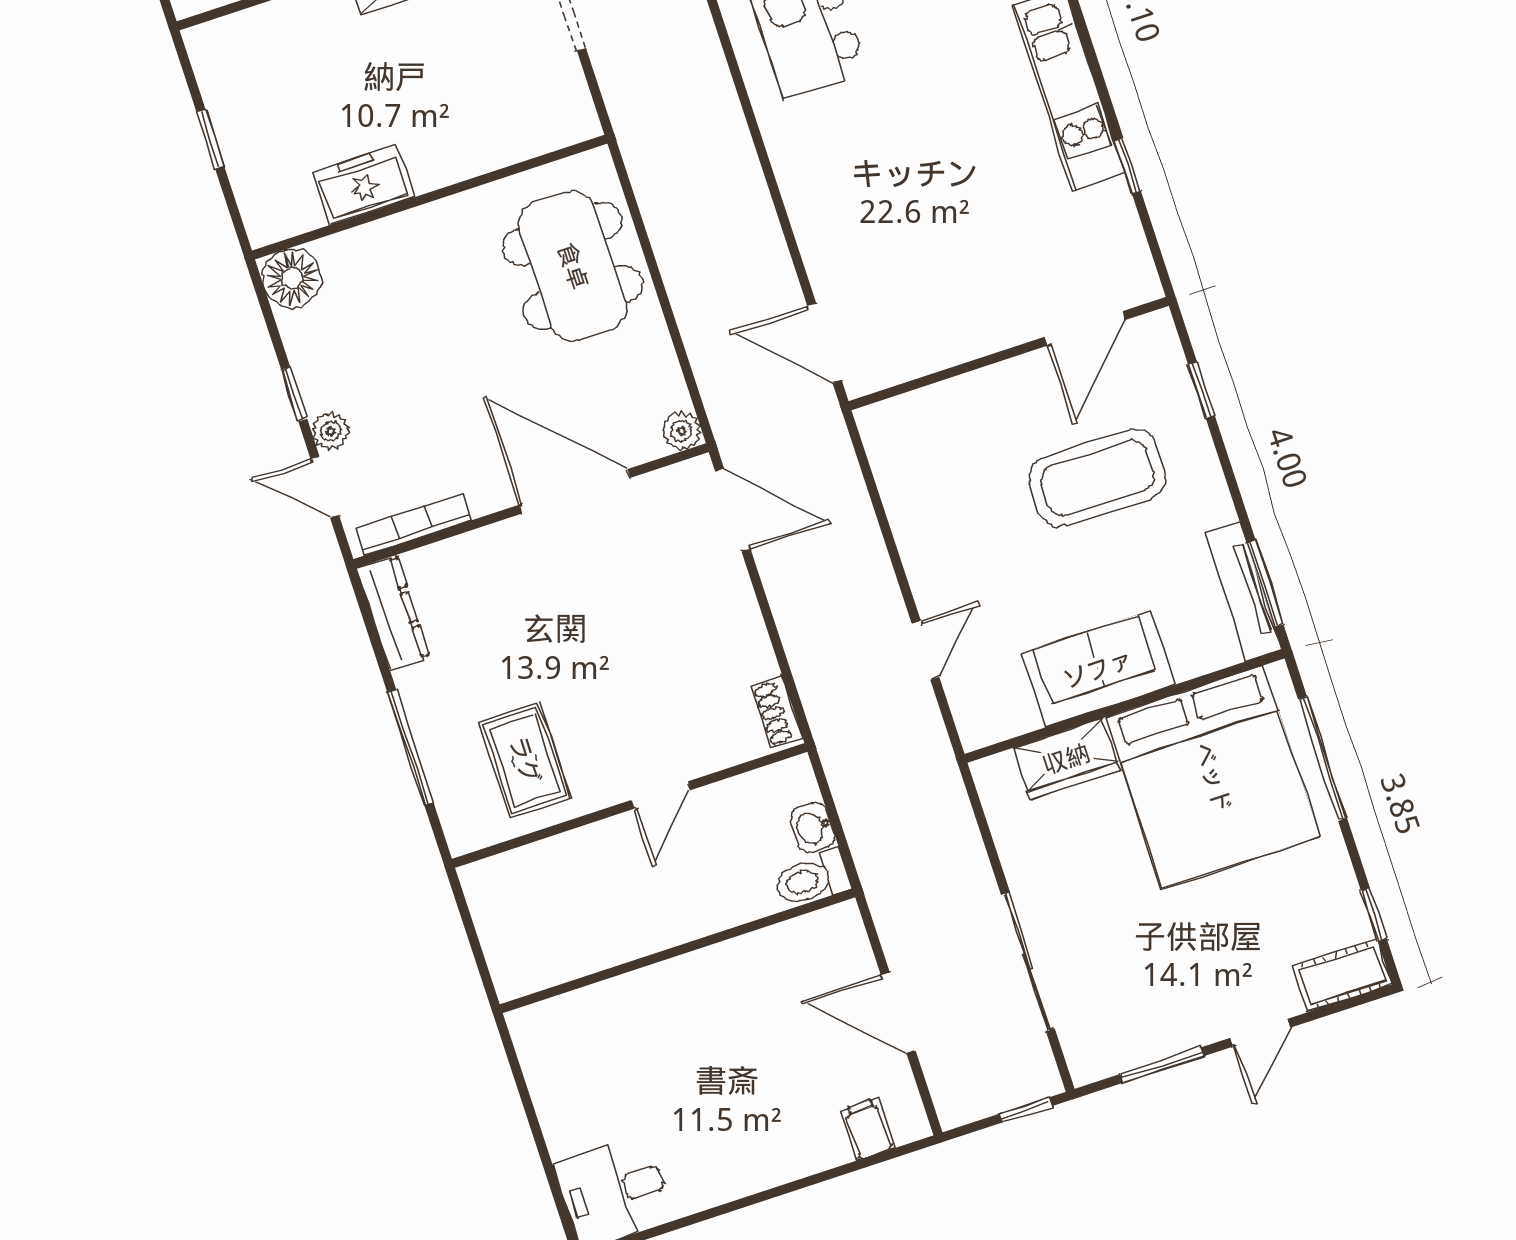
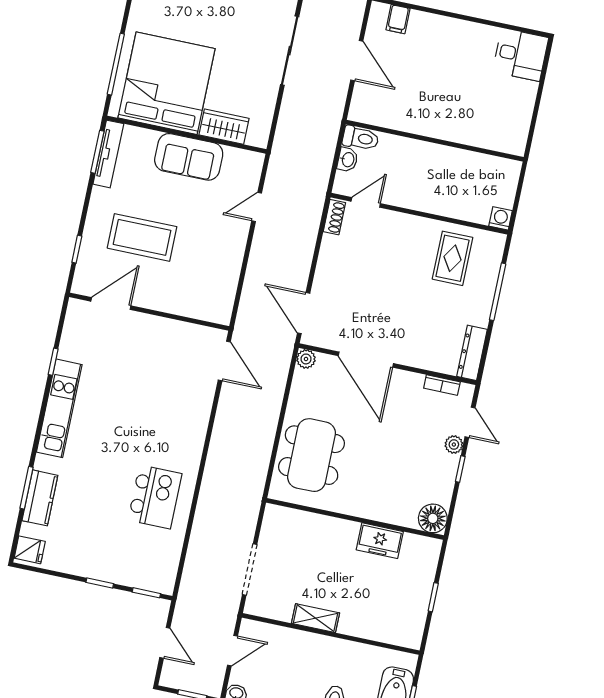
bookcase: (413, 525) -> (442, 385), width x0.64
door: (661, 795) -> (366, 202), moved
washing machine: (481, 881) -> (501, 218), added

